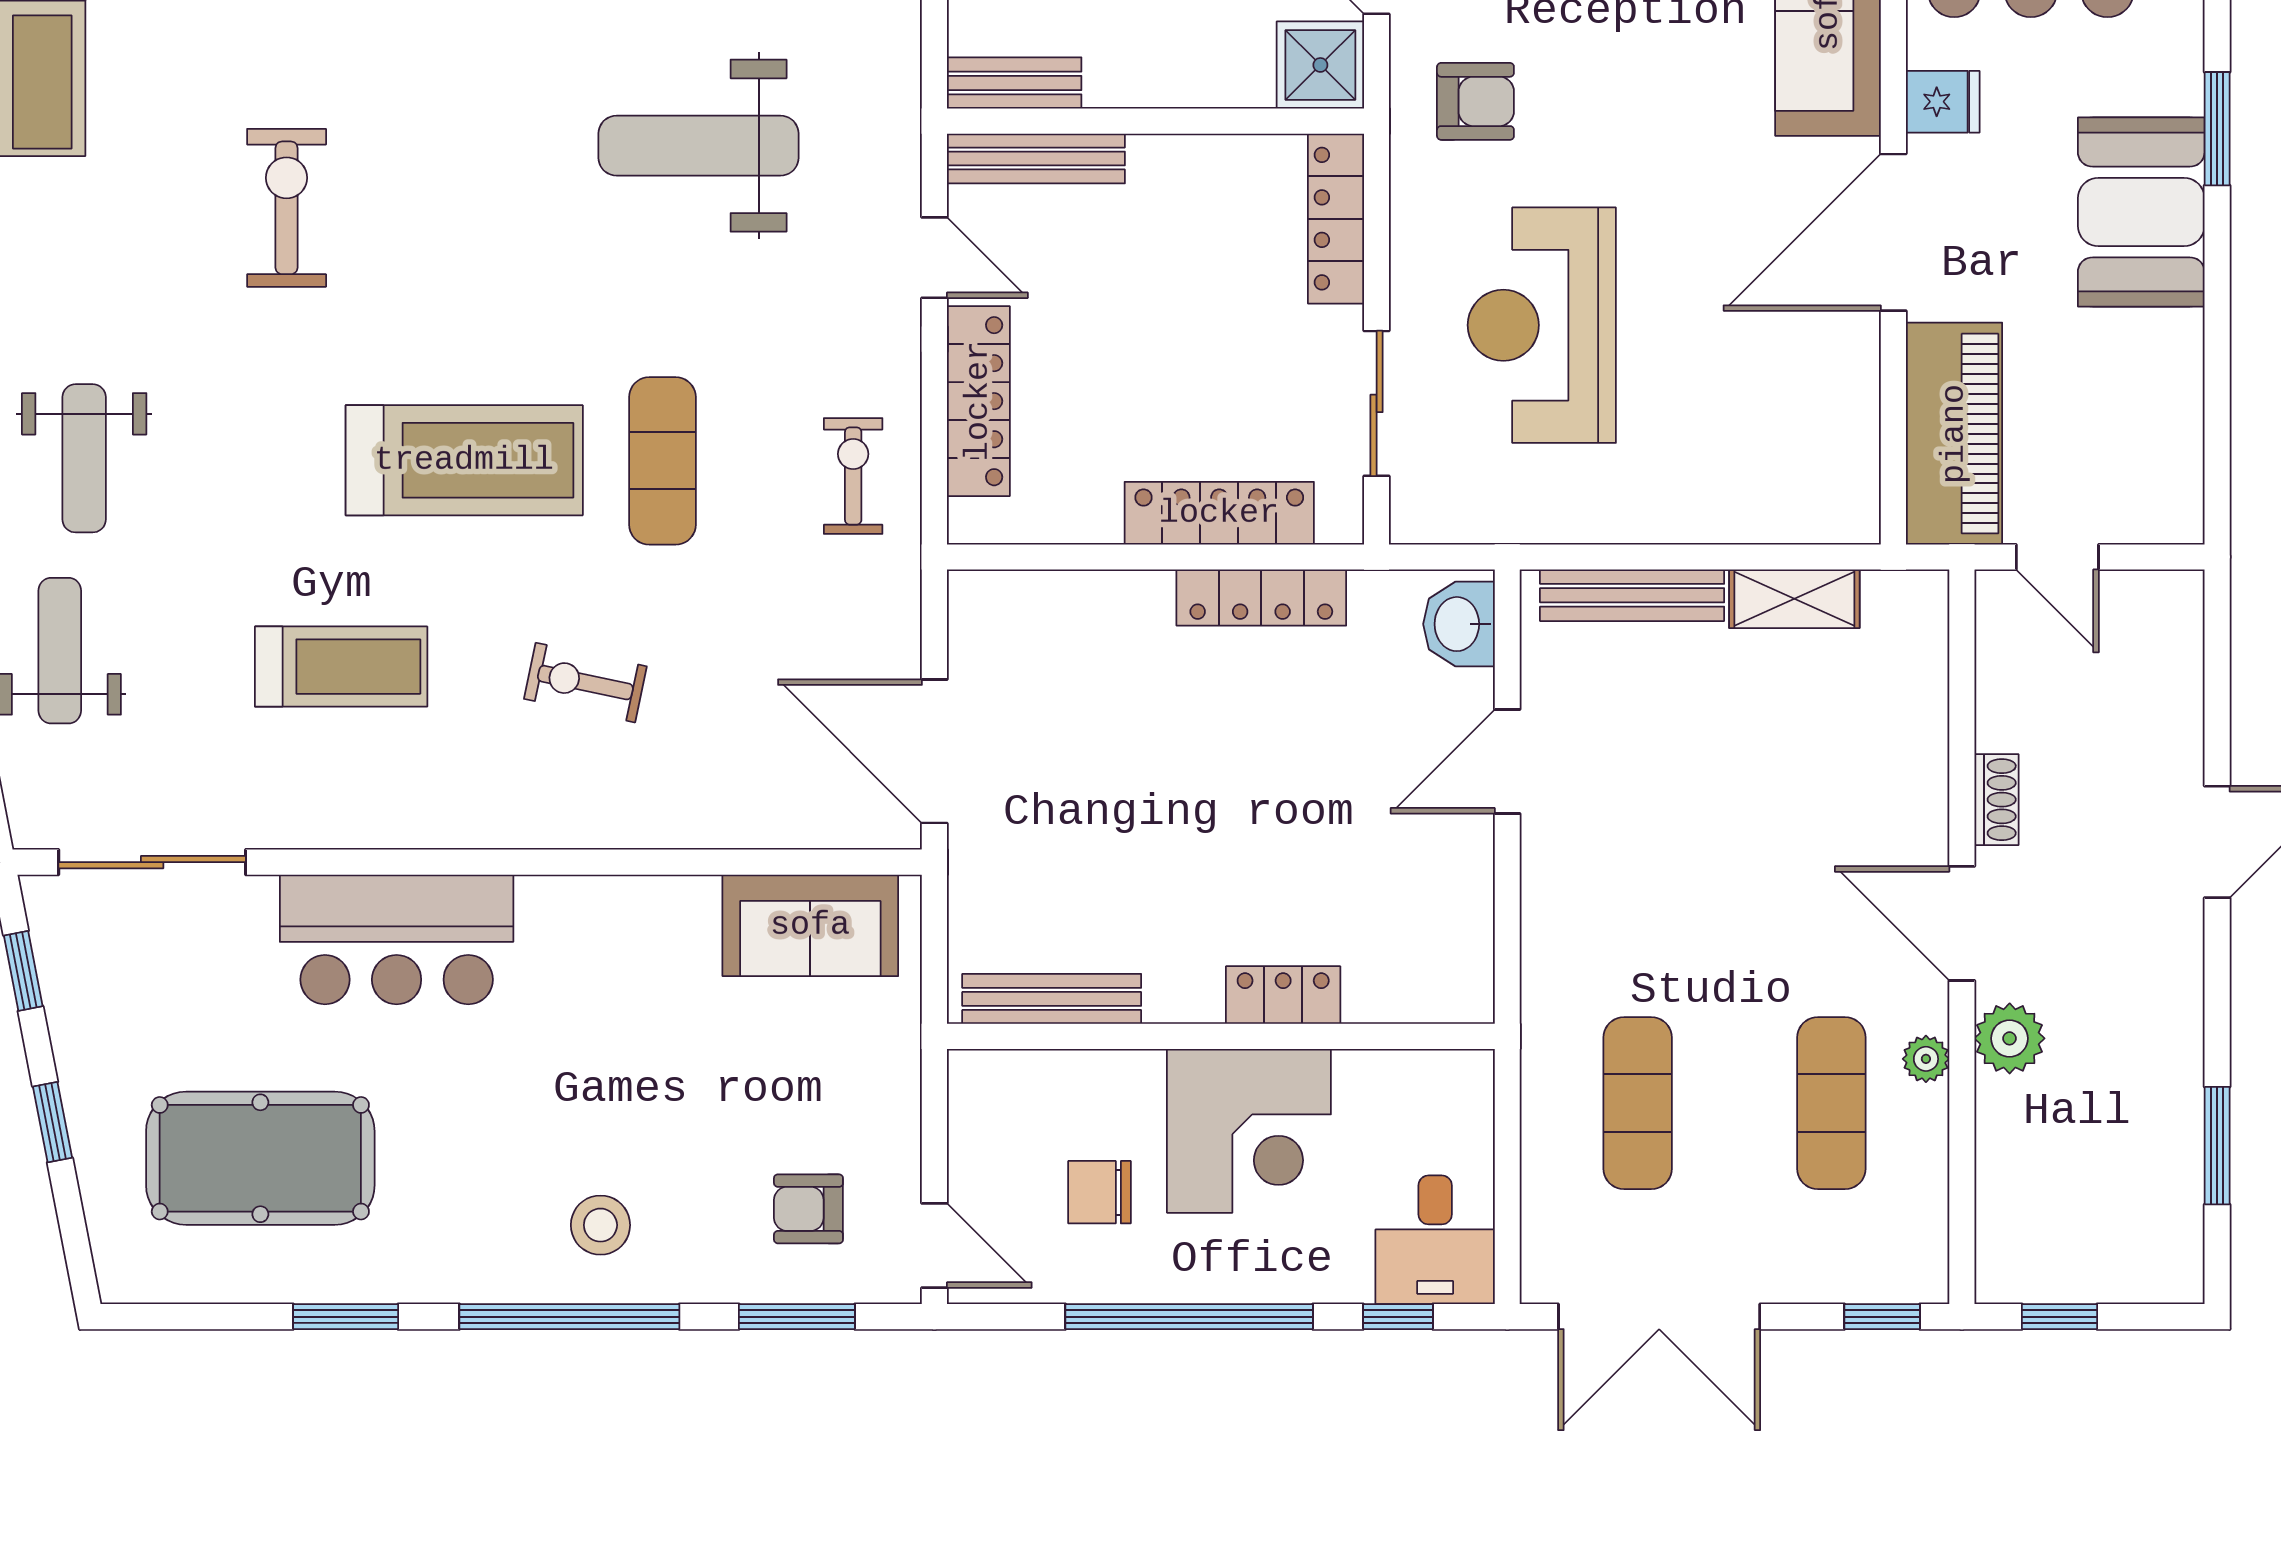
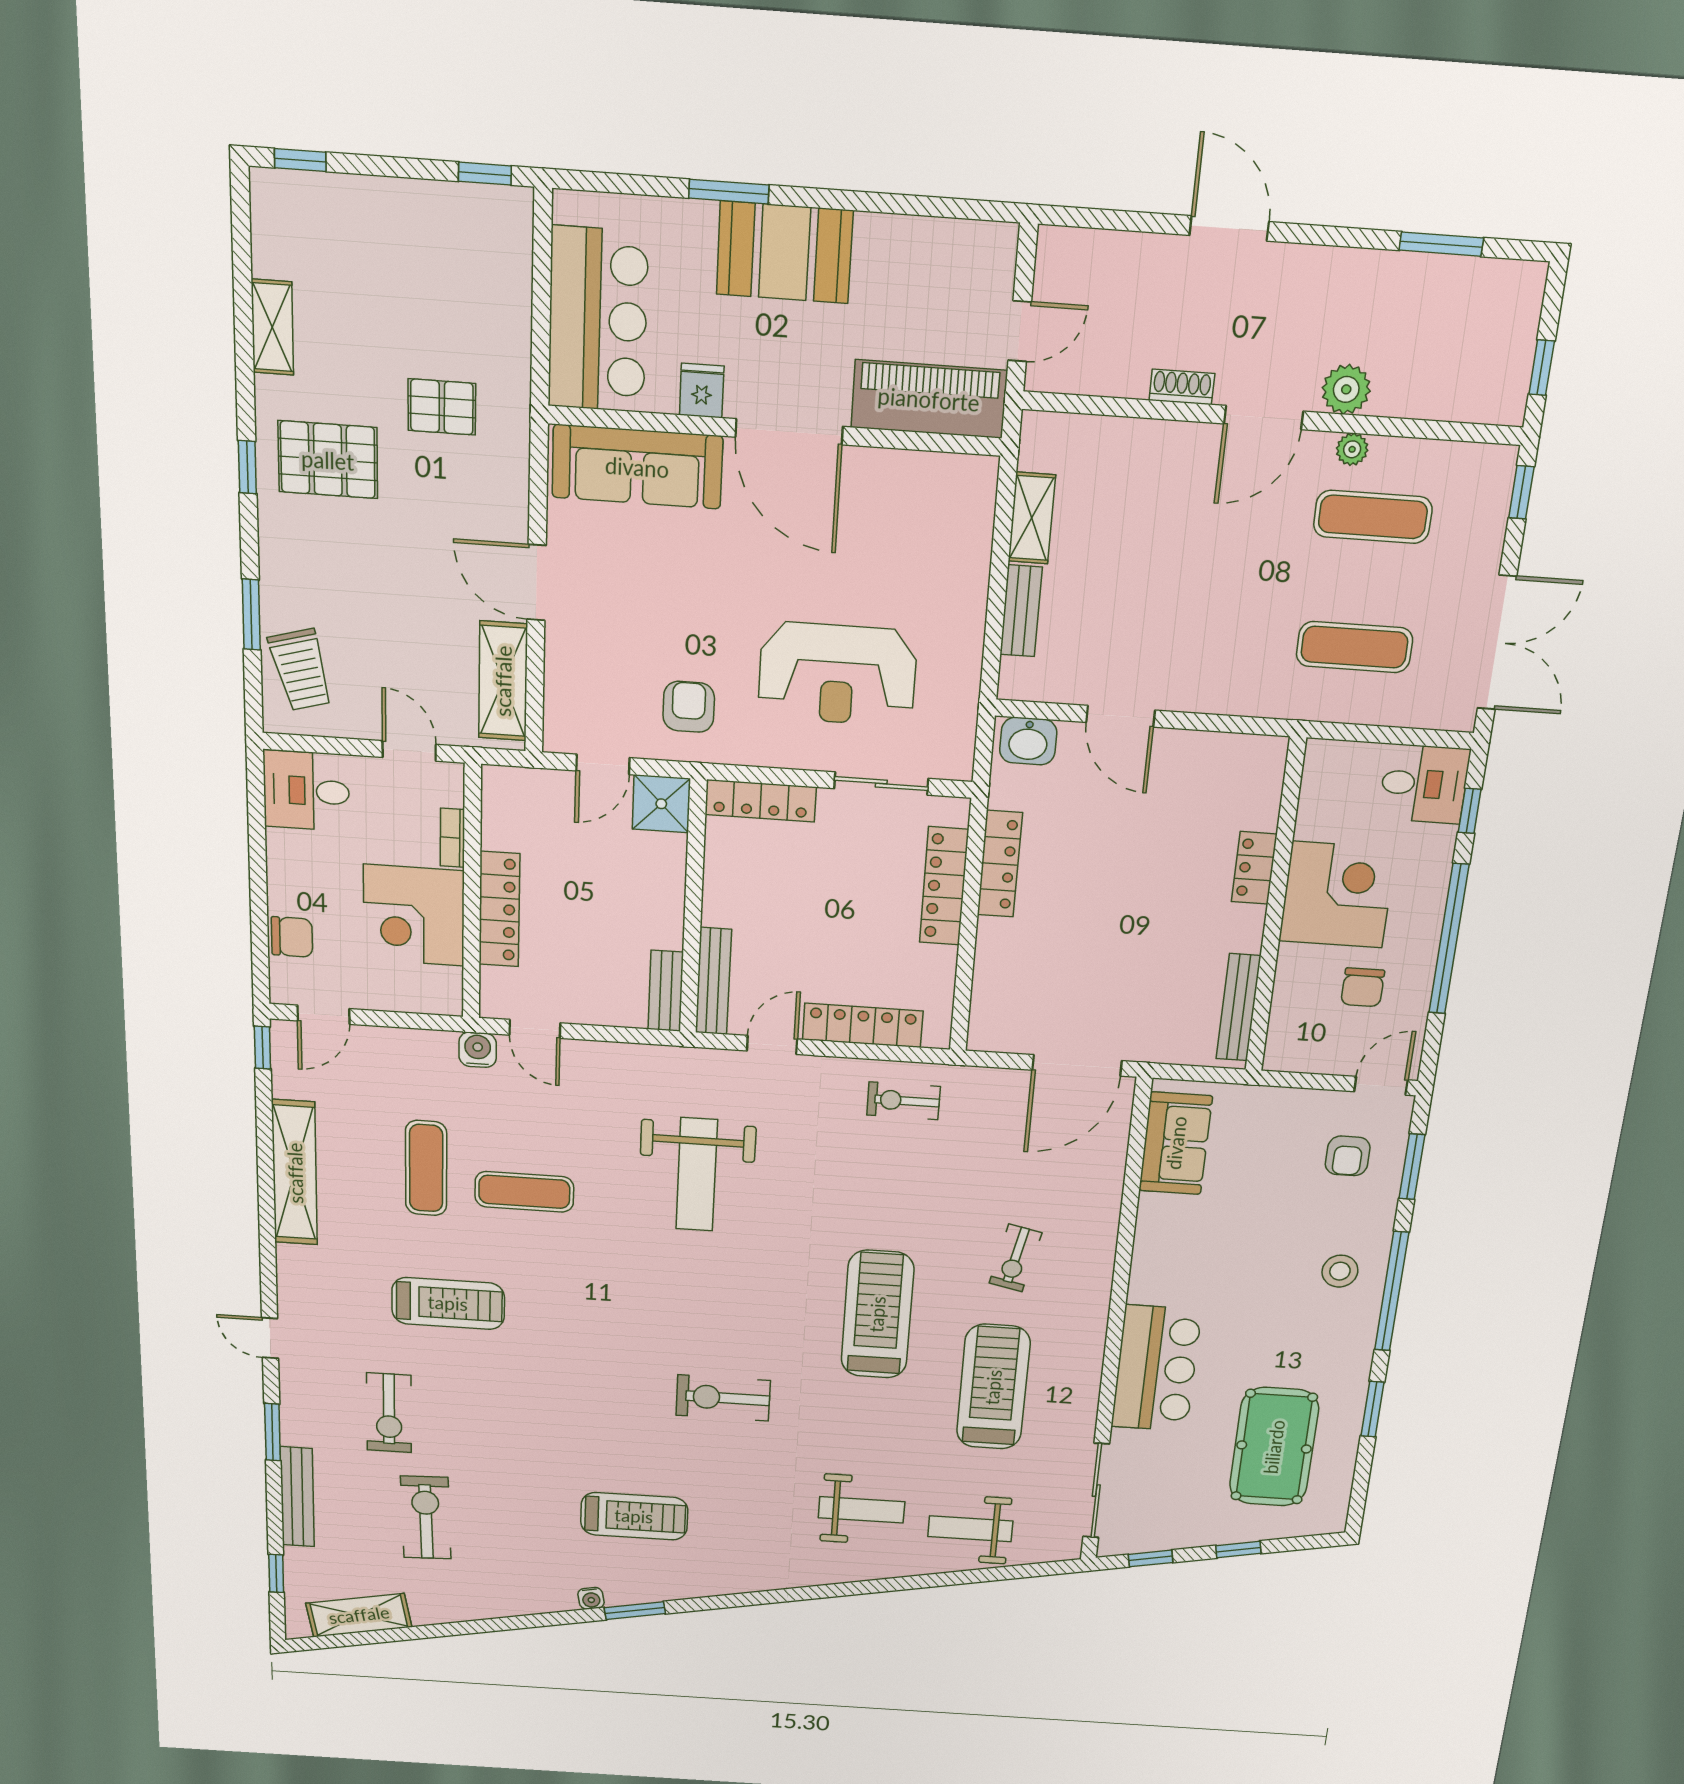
exercise mat: (662, 461) -> (886, 1207), removed
bench: (1632, 595) -> (1021, 611), width x0.73
treadmill: (341, 667) -> (993, 1387), width x1.37, depth x1.38

